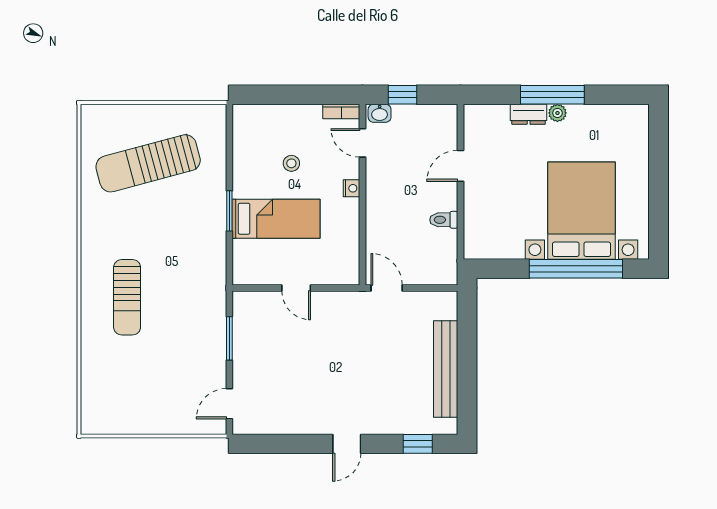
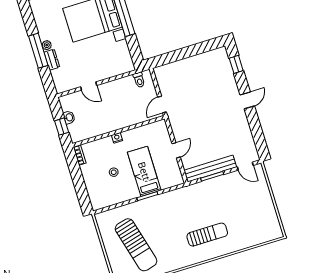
washbasin: (380, 113) -> (69, 117), moved
door: (362, 143) -> (92, 139), removed
toilet: (444, 220) -> (139, 80), moved
bench: (446, 369) -> (210, 169), moved
door: (347, 444) -> (247, 100), hinge flipped

